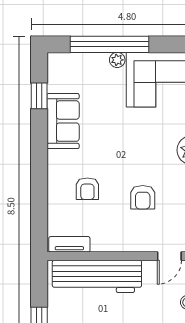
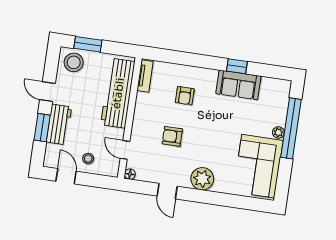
window: (39, 96) -> (237, 66), moved
armchair: (87, 189) -> (185, 96), turned -90

